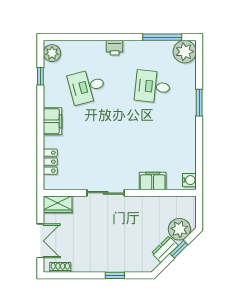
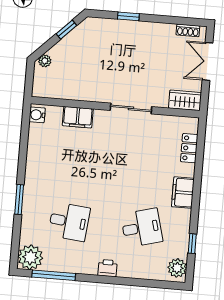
plant: (179, 229) -> (45, 61), width x0.53, depth x0.53
dresser: (165, 249) -> (70, 41), removed
window: (179, 249) -> (66, 30), moved

